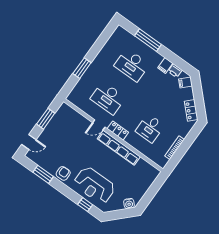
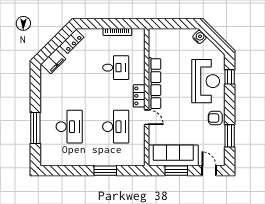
filing cabinet: (165, 66) -> (47, 95), removed
printer: (175, 71) -> (46, 83), removed
filing cabinet: (185, 82) -> (53, 61), width x2.00
sofa: (58, 124) -> (173, 155), added

